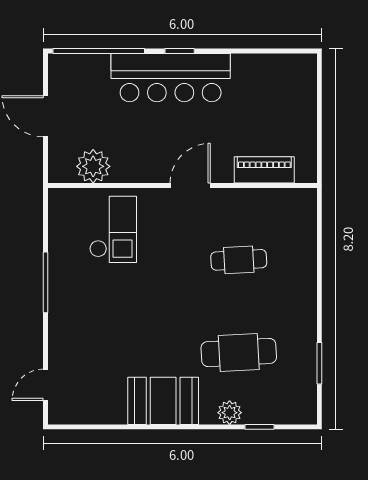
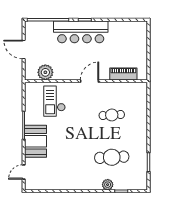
checkout: (113, 229) -> (54, 101), turned 180
booth: (163, 401) -> (36, 141), moved, turned 90

